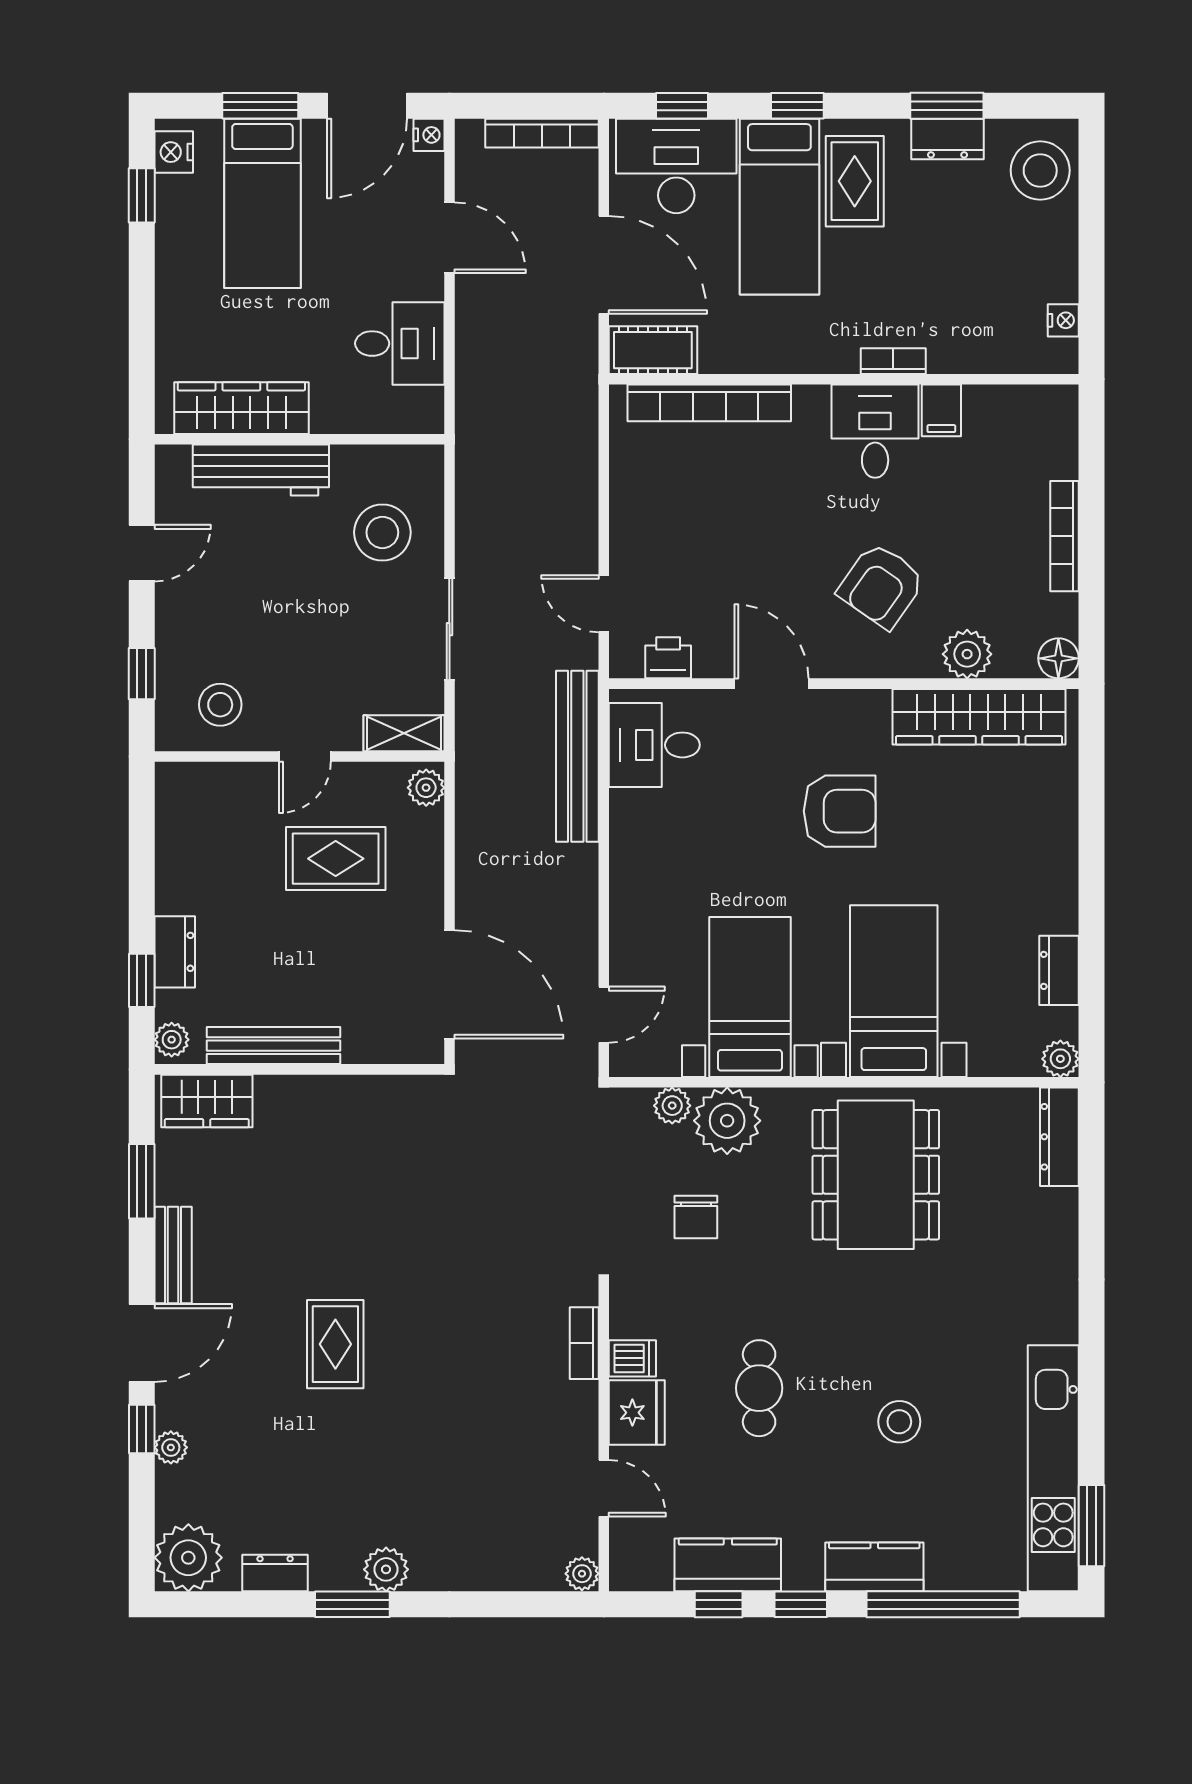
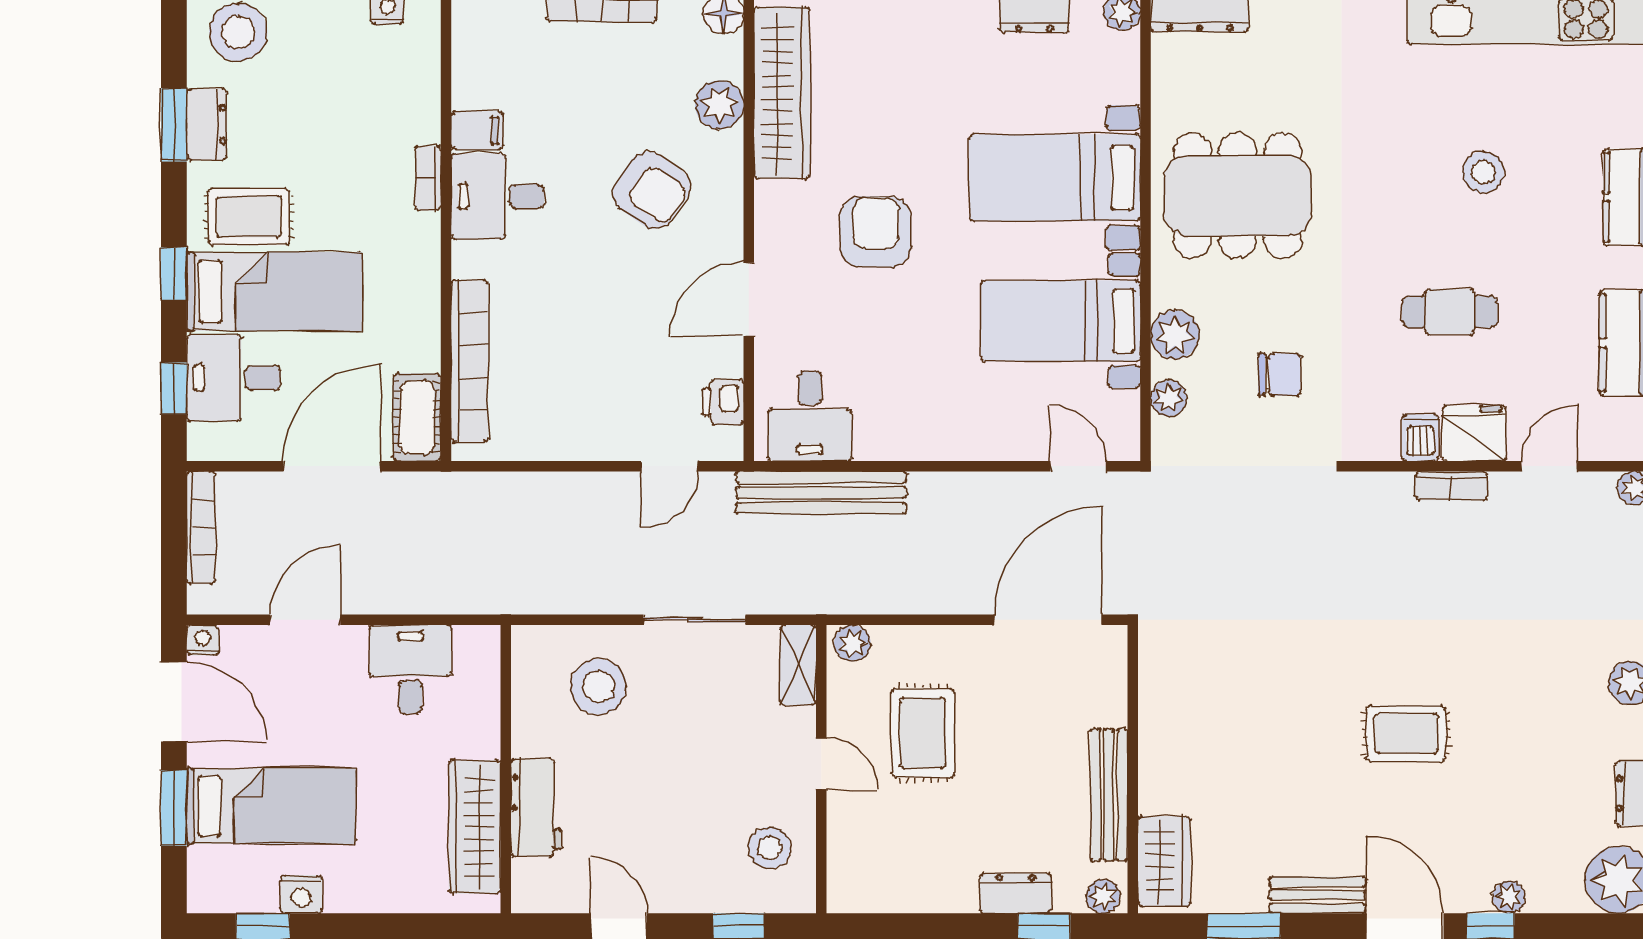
nightstand: (174, 152) -> (301, 894), moved
desk: (676, 166) -> (234, 378), width x0.73
workbench: (261, 470) -> (536, 807), width x0.73
plant: (727, 1121) -> (1175, 335), width x0.73, depth x0.73
bookcase: (584, 1343) -> (1451, 486), moved

